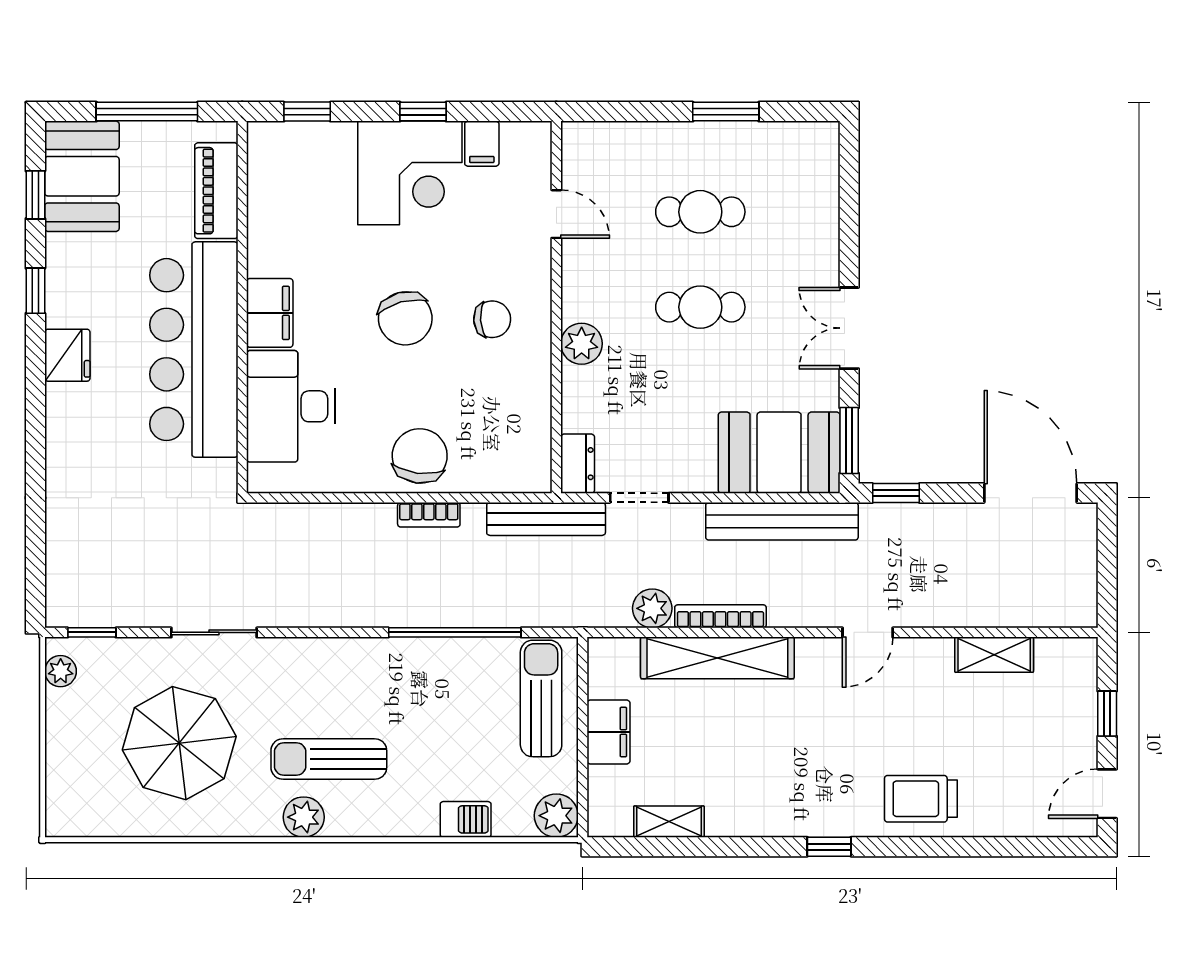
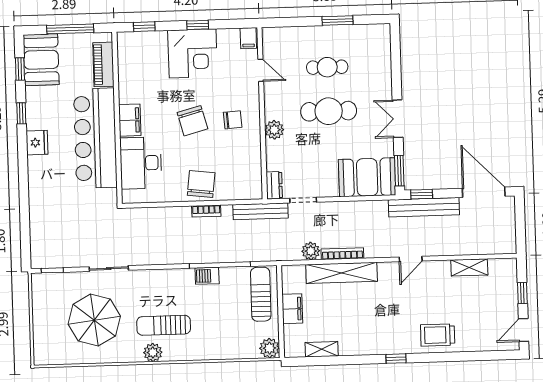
filing cabinet: (482, 144) -> (248, 38), moved
cafe table: (700, 307) -> (329, 111), width x1.37, depth x1.35
bench: (782, 521) -> (424, 207), moved
plant: (61, 671) -> (38, 289), removed
barbecue: (466, 819) -> (207, 276), moved, turned 180

